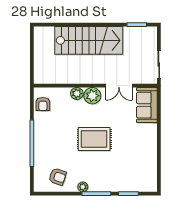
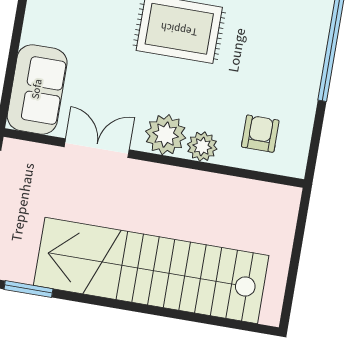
stairs: (89, 40) -> (151, 270), width x1.36
armchair: (43, 104) -> (260, 134), moved

